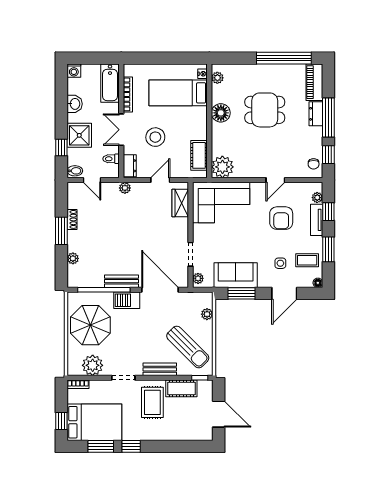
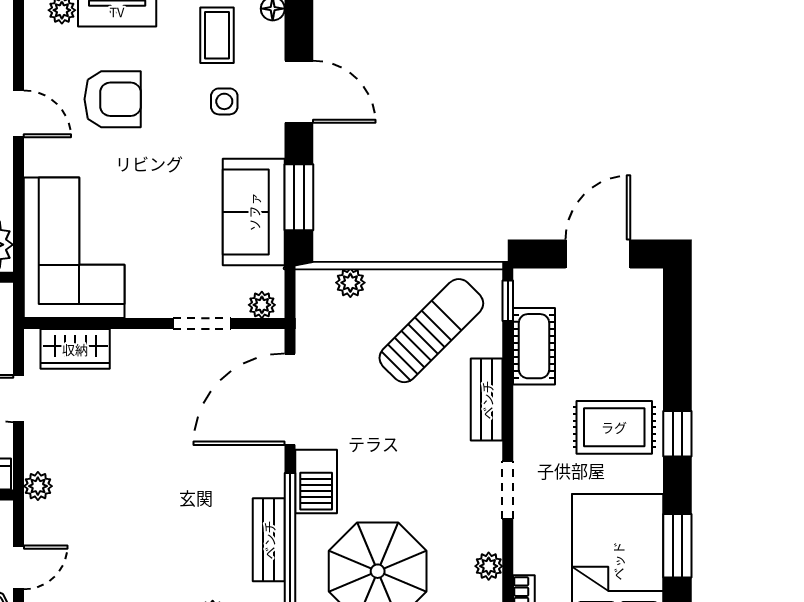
bench: (122, 281) -> (269, 540), moved
plant: (93, 365) -> (489, 566), width x0.53, depth x0.53
rug: (152, 402) -> (614, 427), moved
window: (131, 446) -> (677, 434), moved

